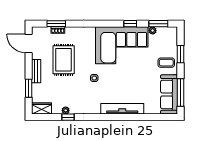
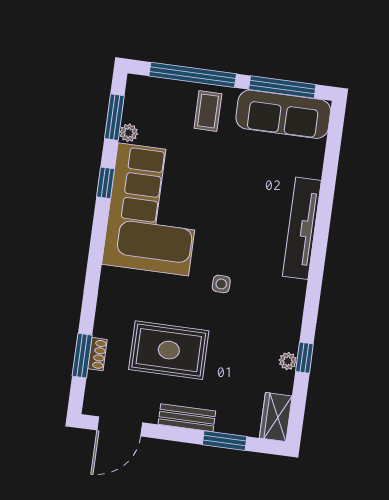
window: (181, 54) -> (193, 75), width x2.11

